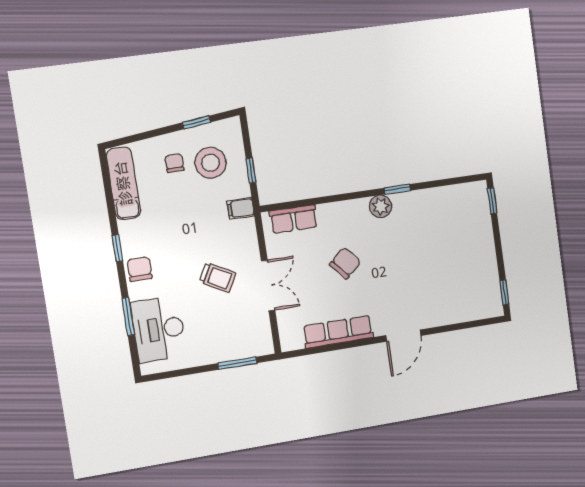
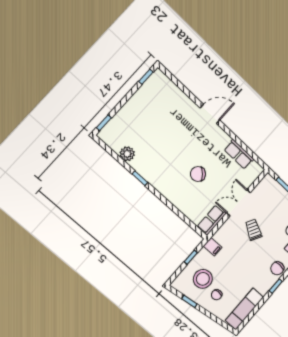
plant: (381, 206) -> (127, 154), moved
row of seats: (294, 219) -> (212, 220), moved, turned -90
row of seats: (338, 332) -> (239, 154), width x0.68

